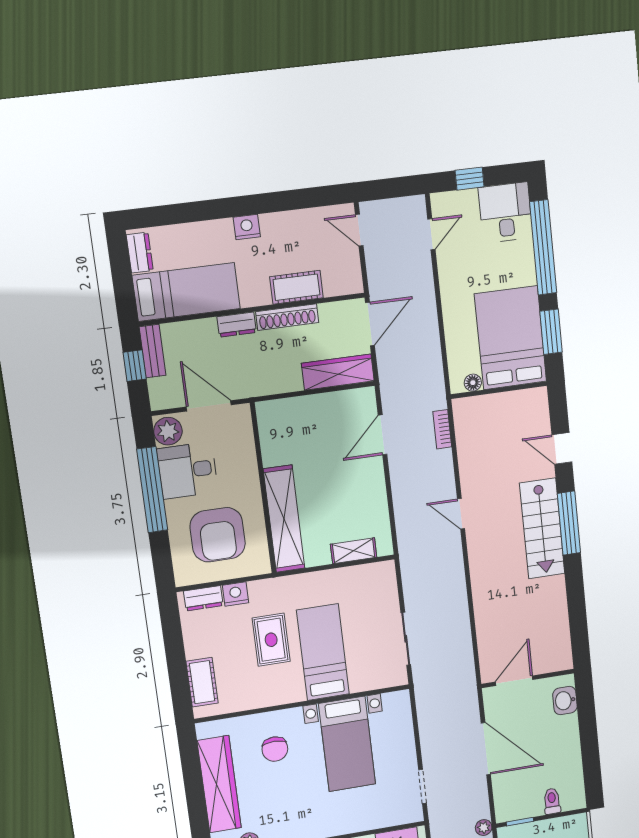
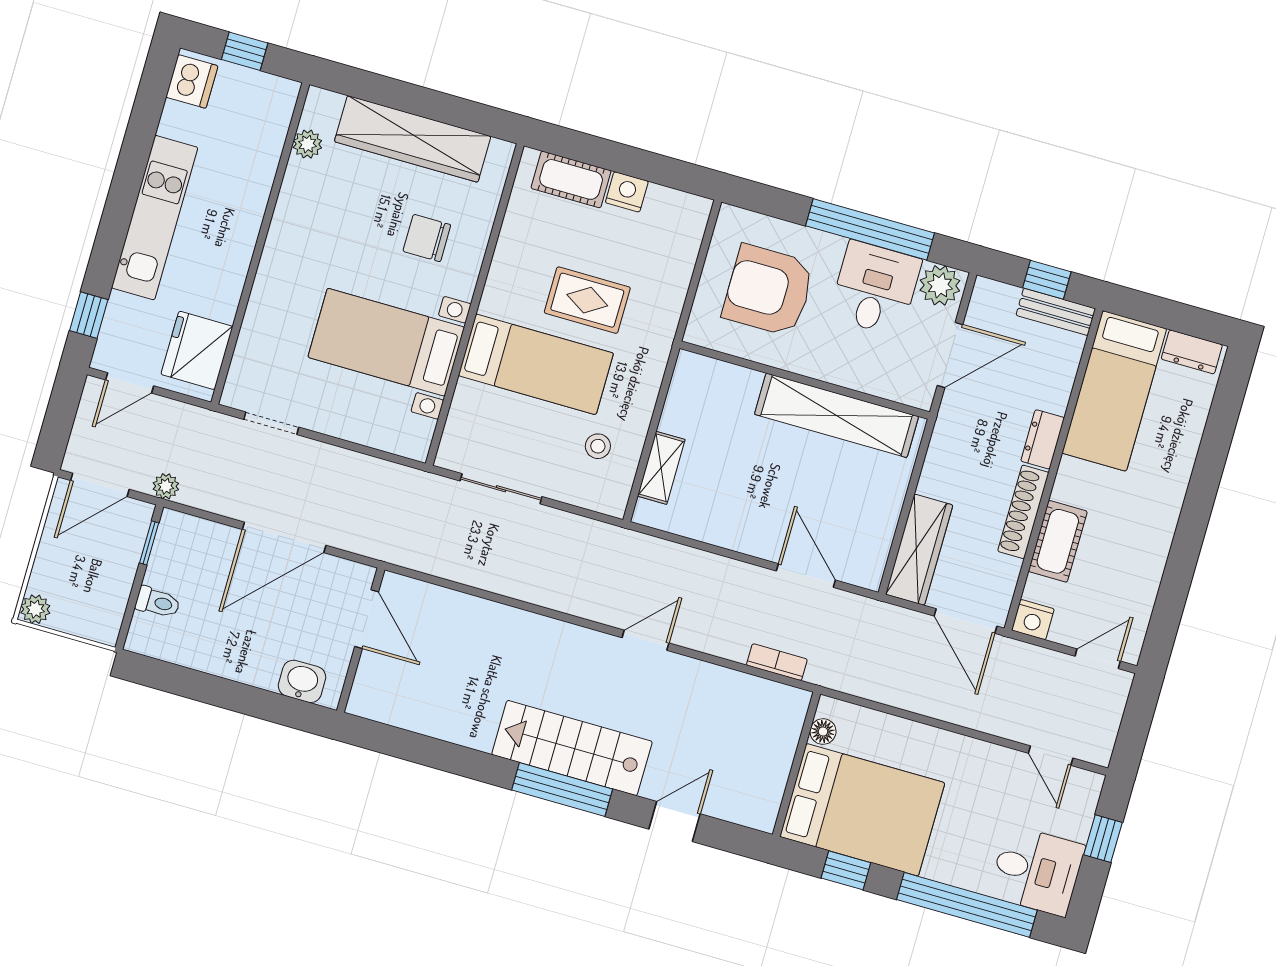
nightstand: (247, 227) -> (1033, 620), moved, turned 90
window: (551, 332) -> (846, 870), width x0.67
shelving: (284, 519) -> (837, 415), moved
nightstand: (235, 594) -> (627, 192), moved, turned -90
stool: (356, 594) -> (598, 446), added
dresser: (203, 598) -> (689, 233), removed

